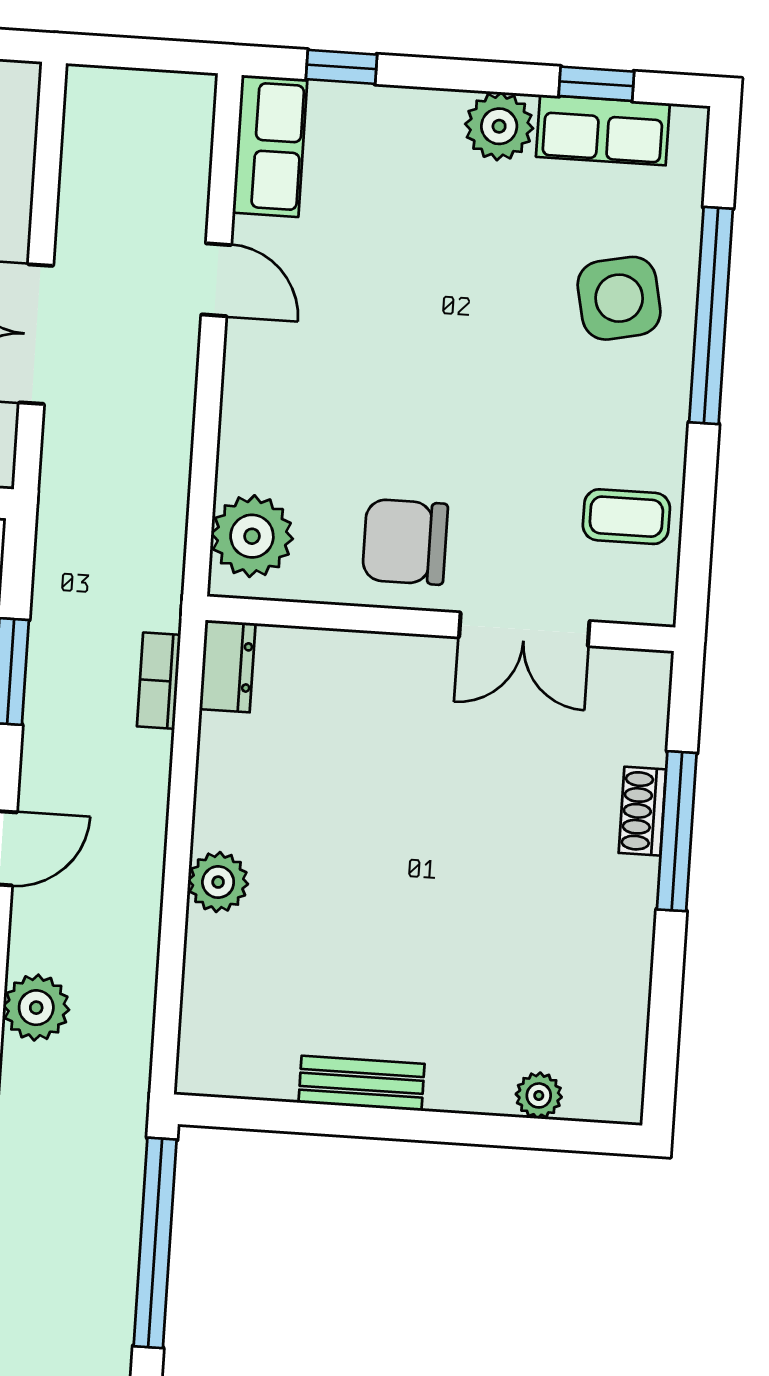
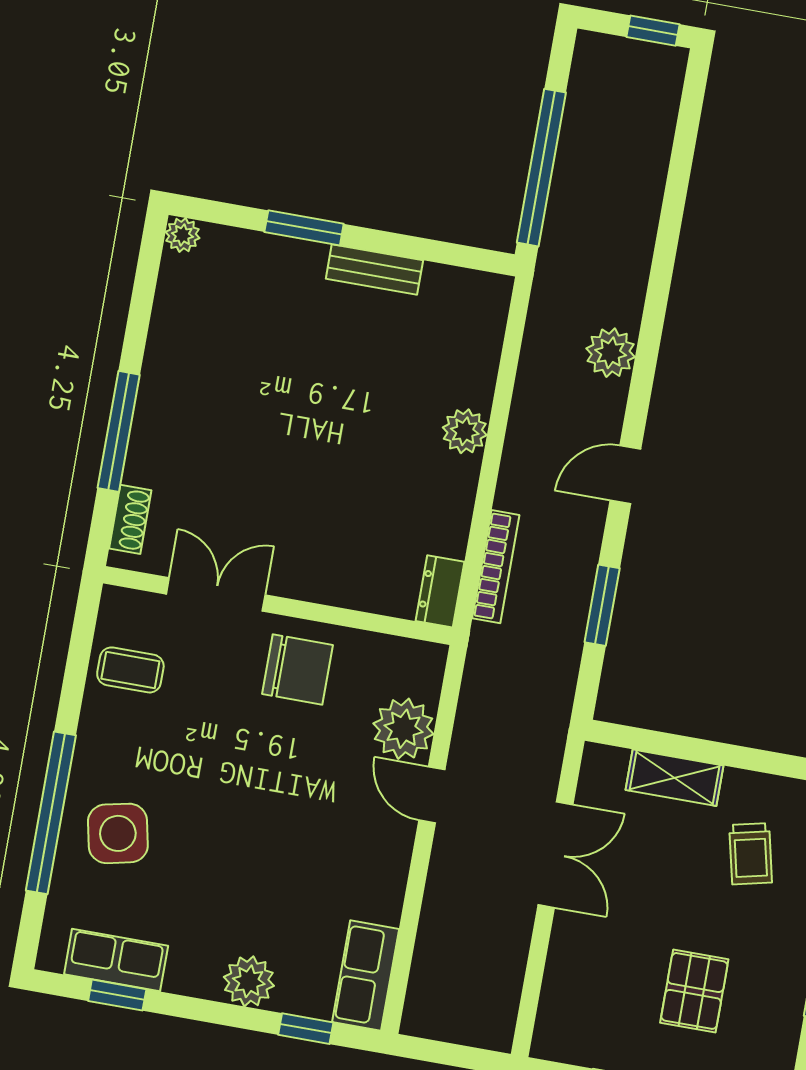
plant: (499, 126) -> (249, 981), moved
door: (216, 280) -> (432, 795), moved
plant: (252, 536) -> (403, 729), moved
bookcase: (159, 681) -> (496, 567), width x1.56
shoe rack: (642, 811) -> (130, 519), moved
plant: (539, 1095) -> (182, 235), moved
window: (461, 1128) -> (304, 228), added

